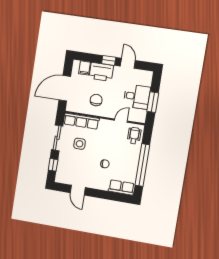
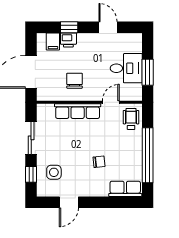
window: (109, 60) -> (69, 27), moved
printer: (101, 72) -> (68, 40), width x0.53, depth x0.68
row of seats: (81, 121) -> (78, 111), moved
side table: (80, 144) -> (54, 172), moved
door: (78, 190) -> (69, 202), hinge flipped

